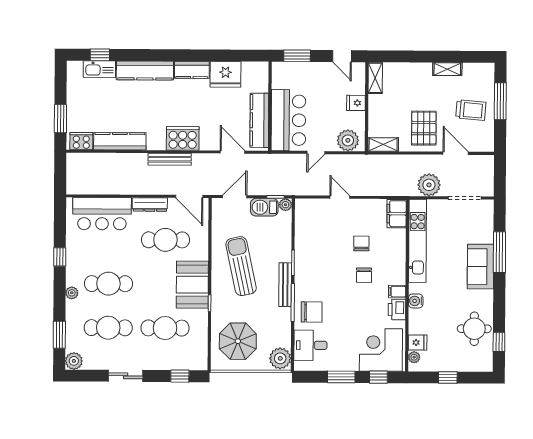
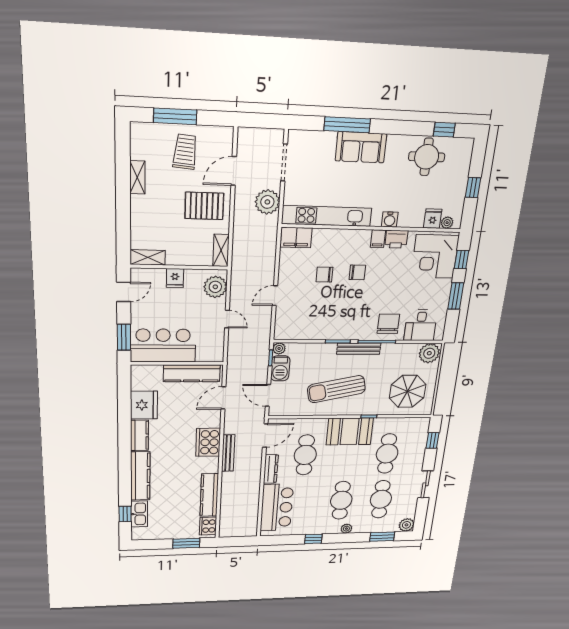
bar counter: (288, 120) -> (163, 346), moved

